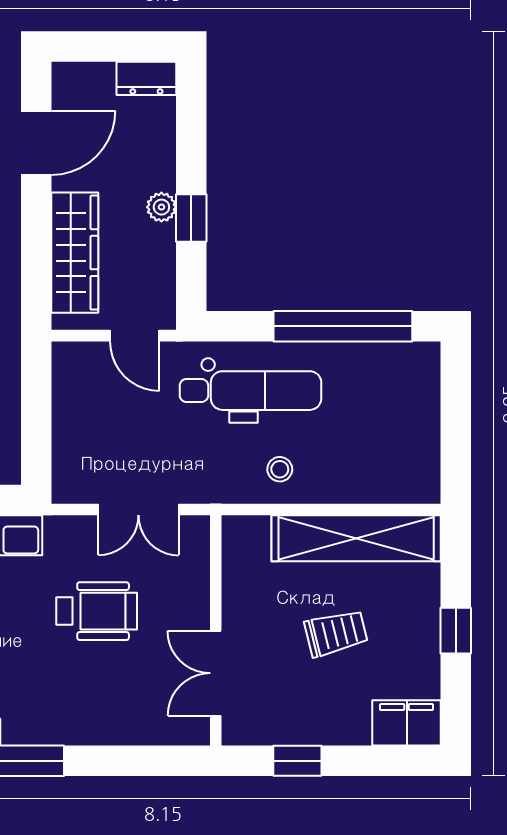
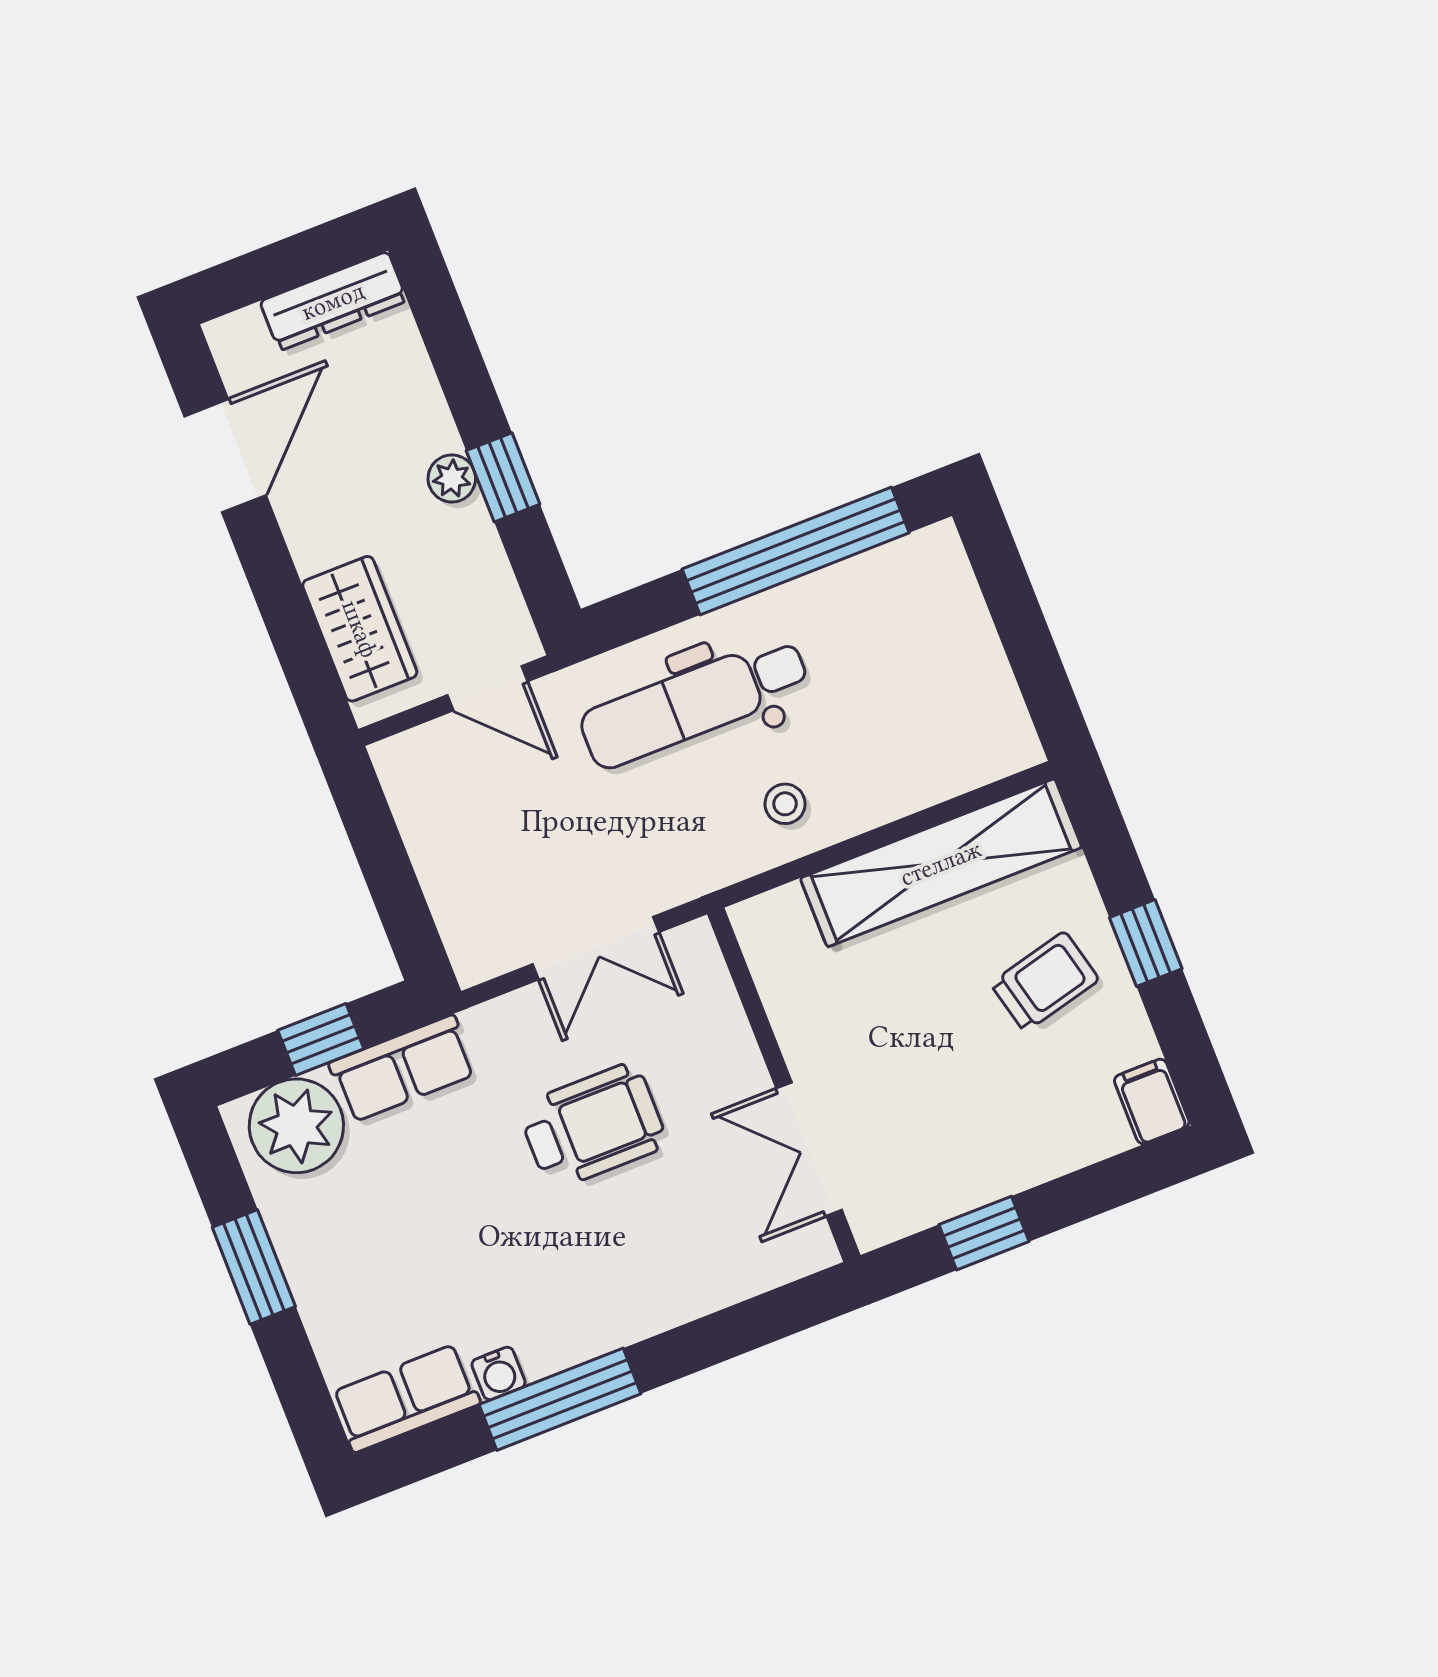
dresser: (146, 78) -> (333, 301), width x1.44
wardrobe: (75, 253) -> (360, 629), width x0.67
dental chair: (251, 391) -> (694, 702), turned 180
trolley: (336, 633) -> (1045, 982), moved
filing cabinet: (407, 723) -> (1152, 1101), width x0.50

